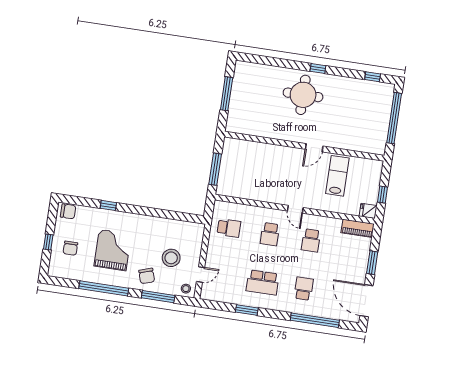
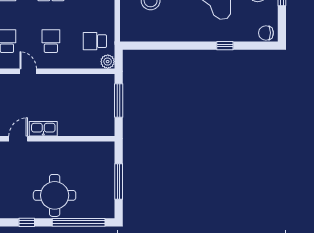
window: (270, 61) -> (79, 222), added
round table: (303, 95) -> (55, 195), moved
kitchen sink: (289, 154) -> (43, 129), added
plant: (220, 207) -> (108, 62), added

